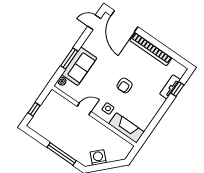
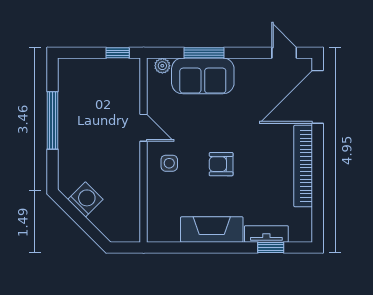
window: (34, 109) -> (118, 53), moved
fireplace: (127, 128) -> (212, 229), moved, turned -90
window: (62, 154) -> (52, 120), moved

